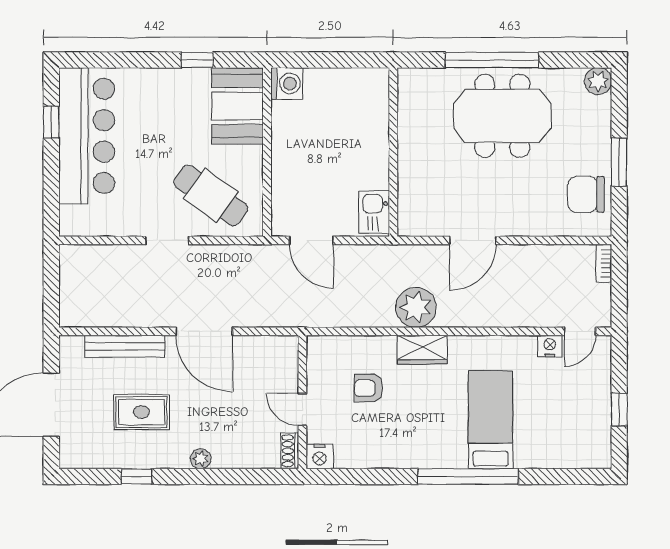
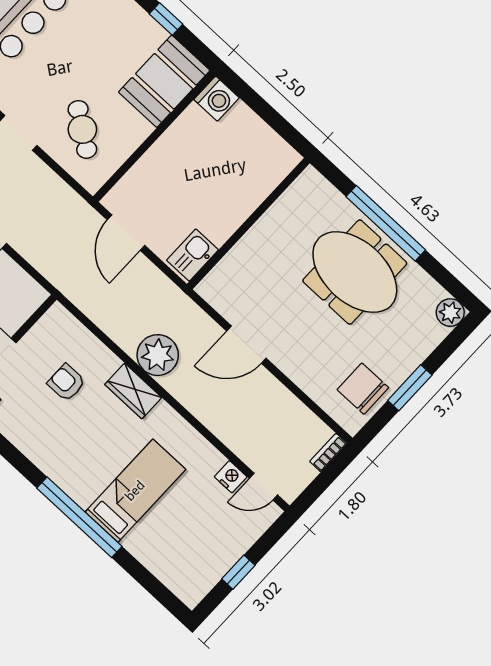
cafe table: (211, 195) -> (82, 129), width x0.73, depth x0.74

